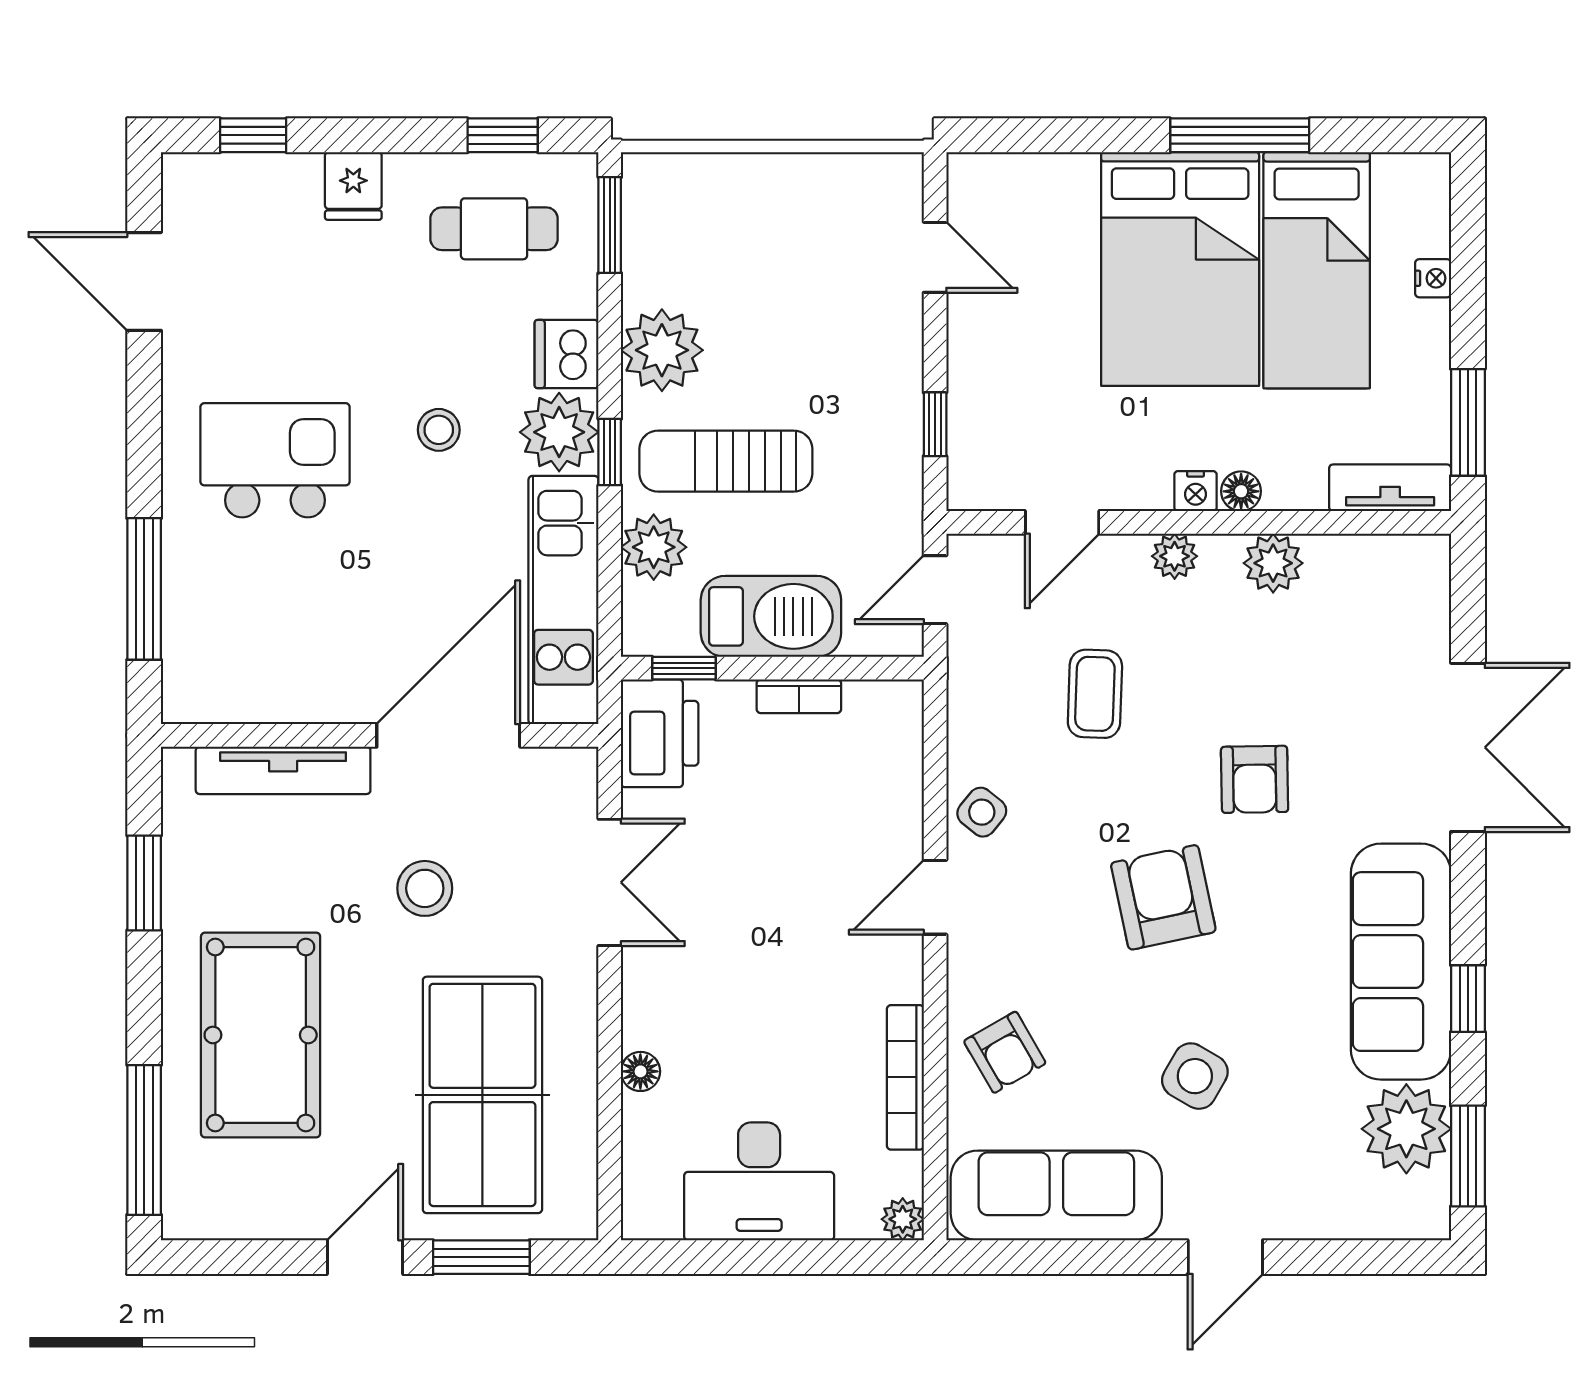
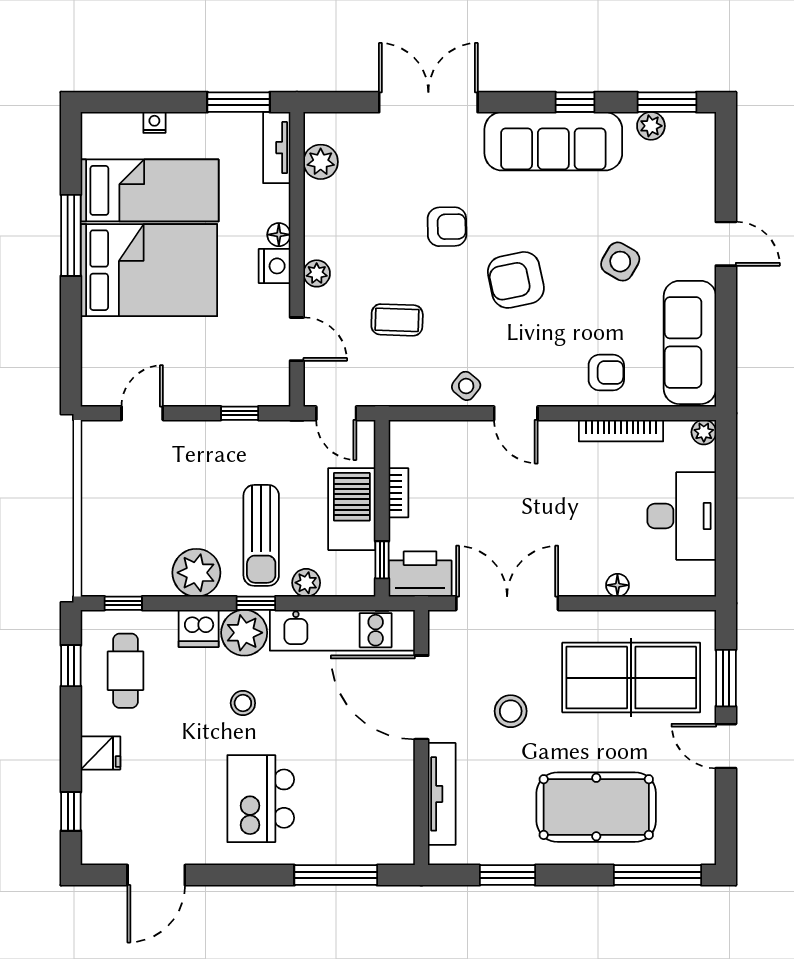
window: (610, 225) -> (123, 603), width x0.67
nightstand: (1196, 491) -> (275, 266), width x1.39, depth x1.35
plant: (654, 547) -> (306, 583), width x0.73, depth x0.73
plant: (1273, 563) -> (321, 162), moved
double door: (610, 882) -> (507, 603), width x1.37
armchair: (1005, 1052) -> (606, 373), turned 30
plant: (1406, 1129) -> (651, 126), width x0.53, depth x0.53

